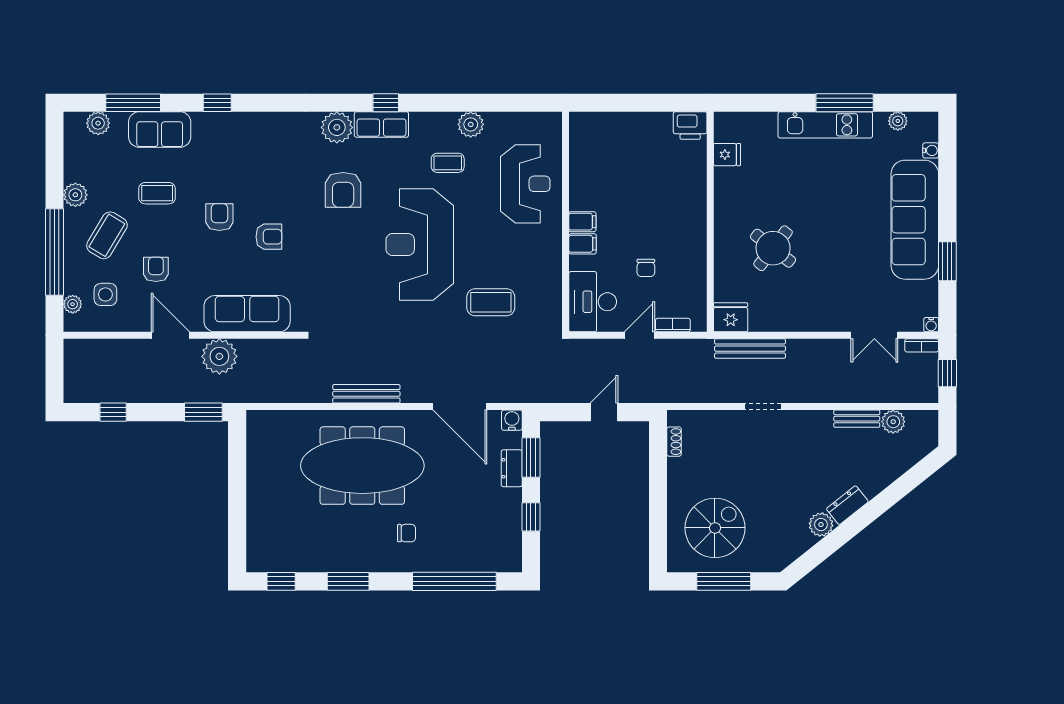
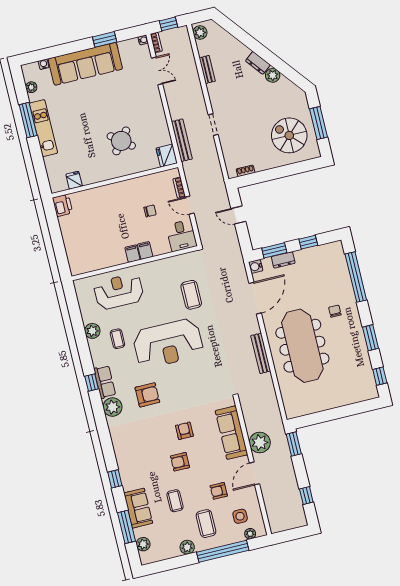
coffee table: (107, 235) -> (206, 524), turned 59
desk: (593, 302) -> (181, 236), width x0.73
plant: (893, 422) -> (200, 32), moved

